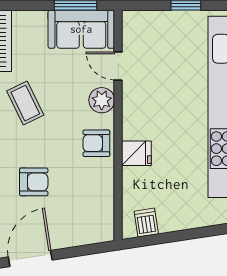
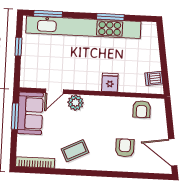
armchair: (96, 143) -> (142, 109), moved

